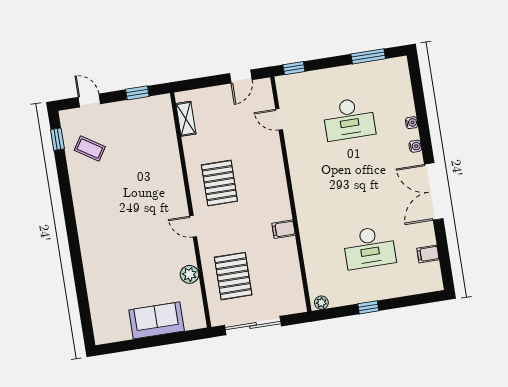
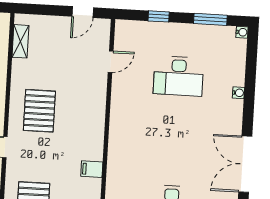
window: (294, 68) -> (159, 16), moved
door: (279, 119) -> (111, 62), swing flipped
water cooler: (415, 146) -> (242, 32), moved

